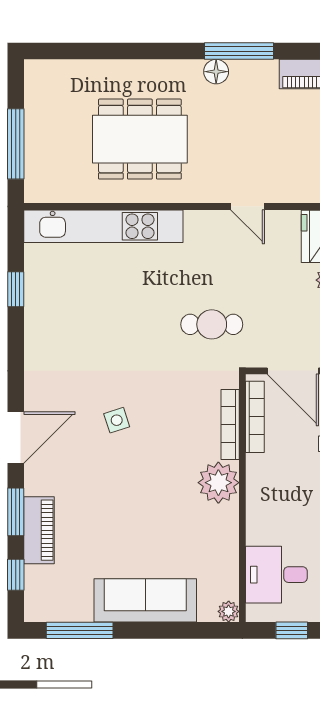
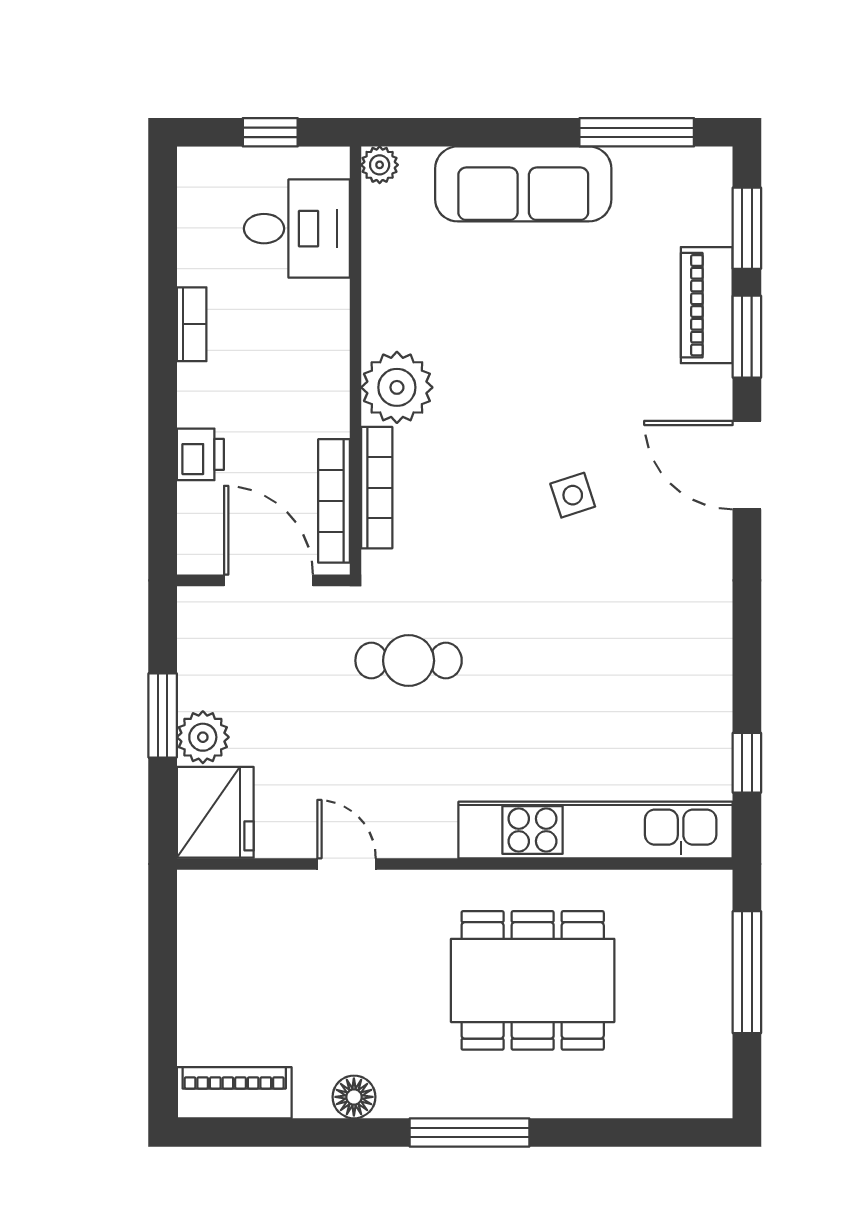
window: (239, 51) -> (470, 1133), moved
floor lamp: (216, 72) -> (354, 1097), moved
window: (16, 289) -> (747, 763), moved
door: (16, 438) -> (747, 465), hinge flipped
window: (16, 575) -> (747, 228), width x1.50

